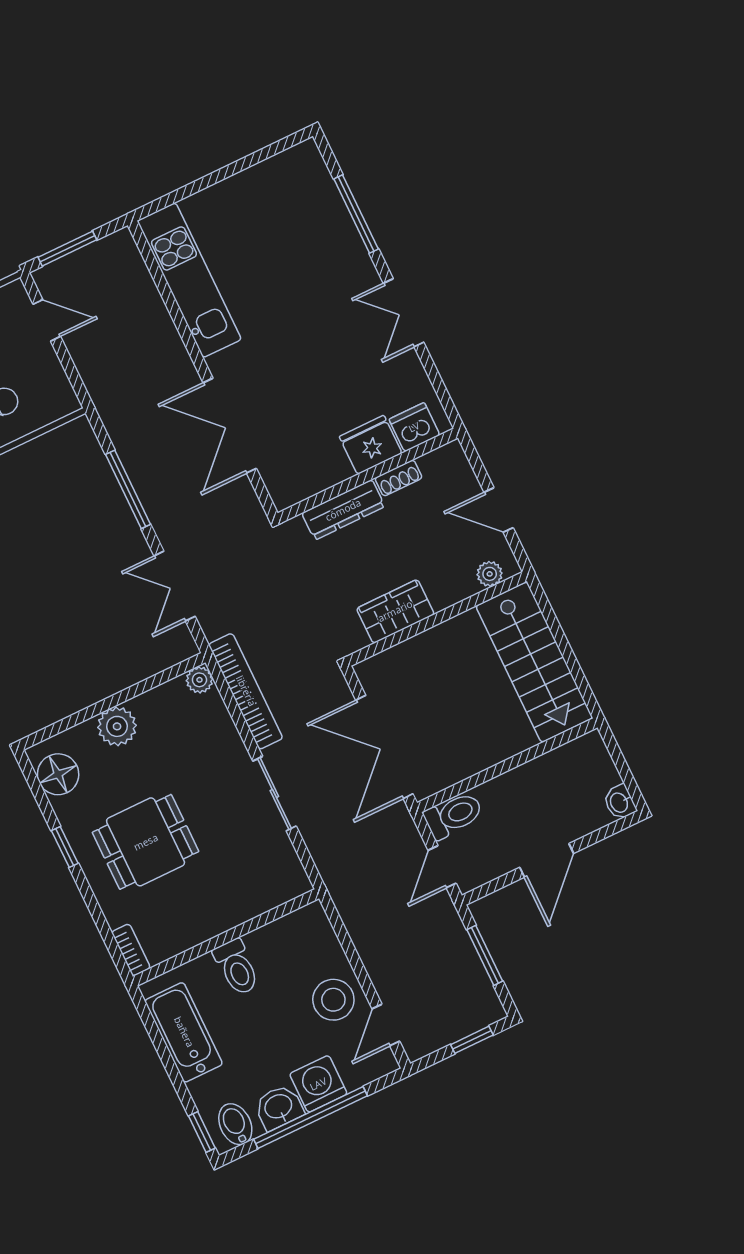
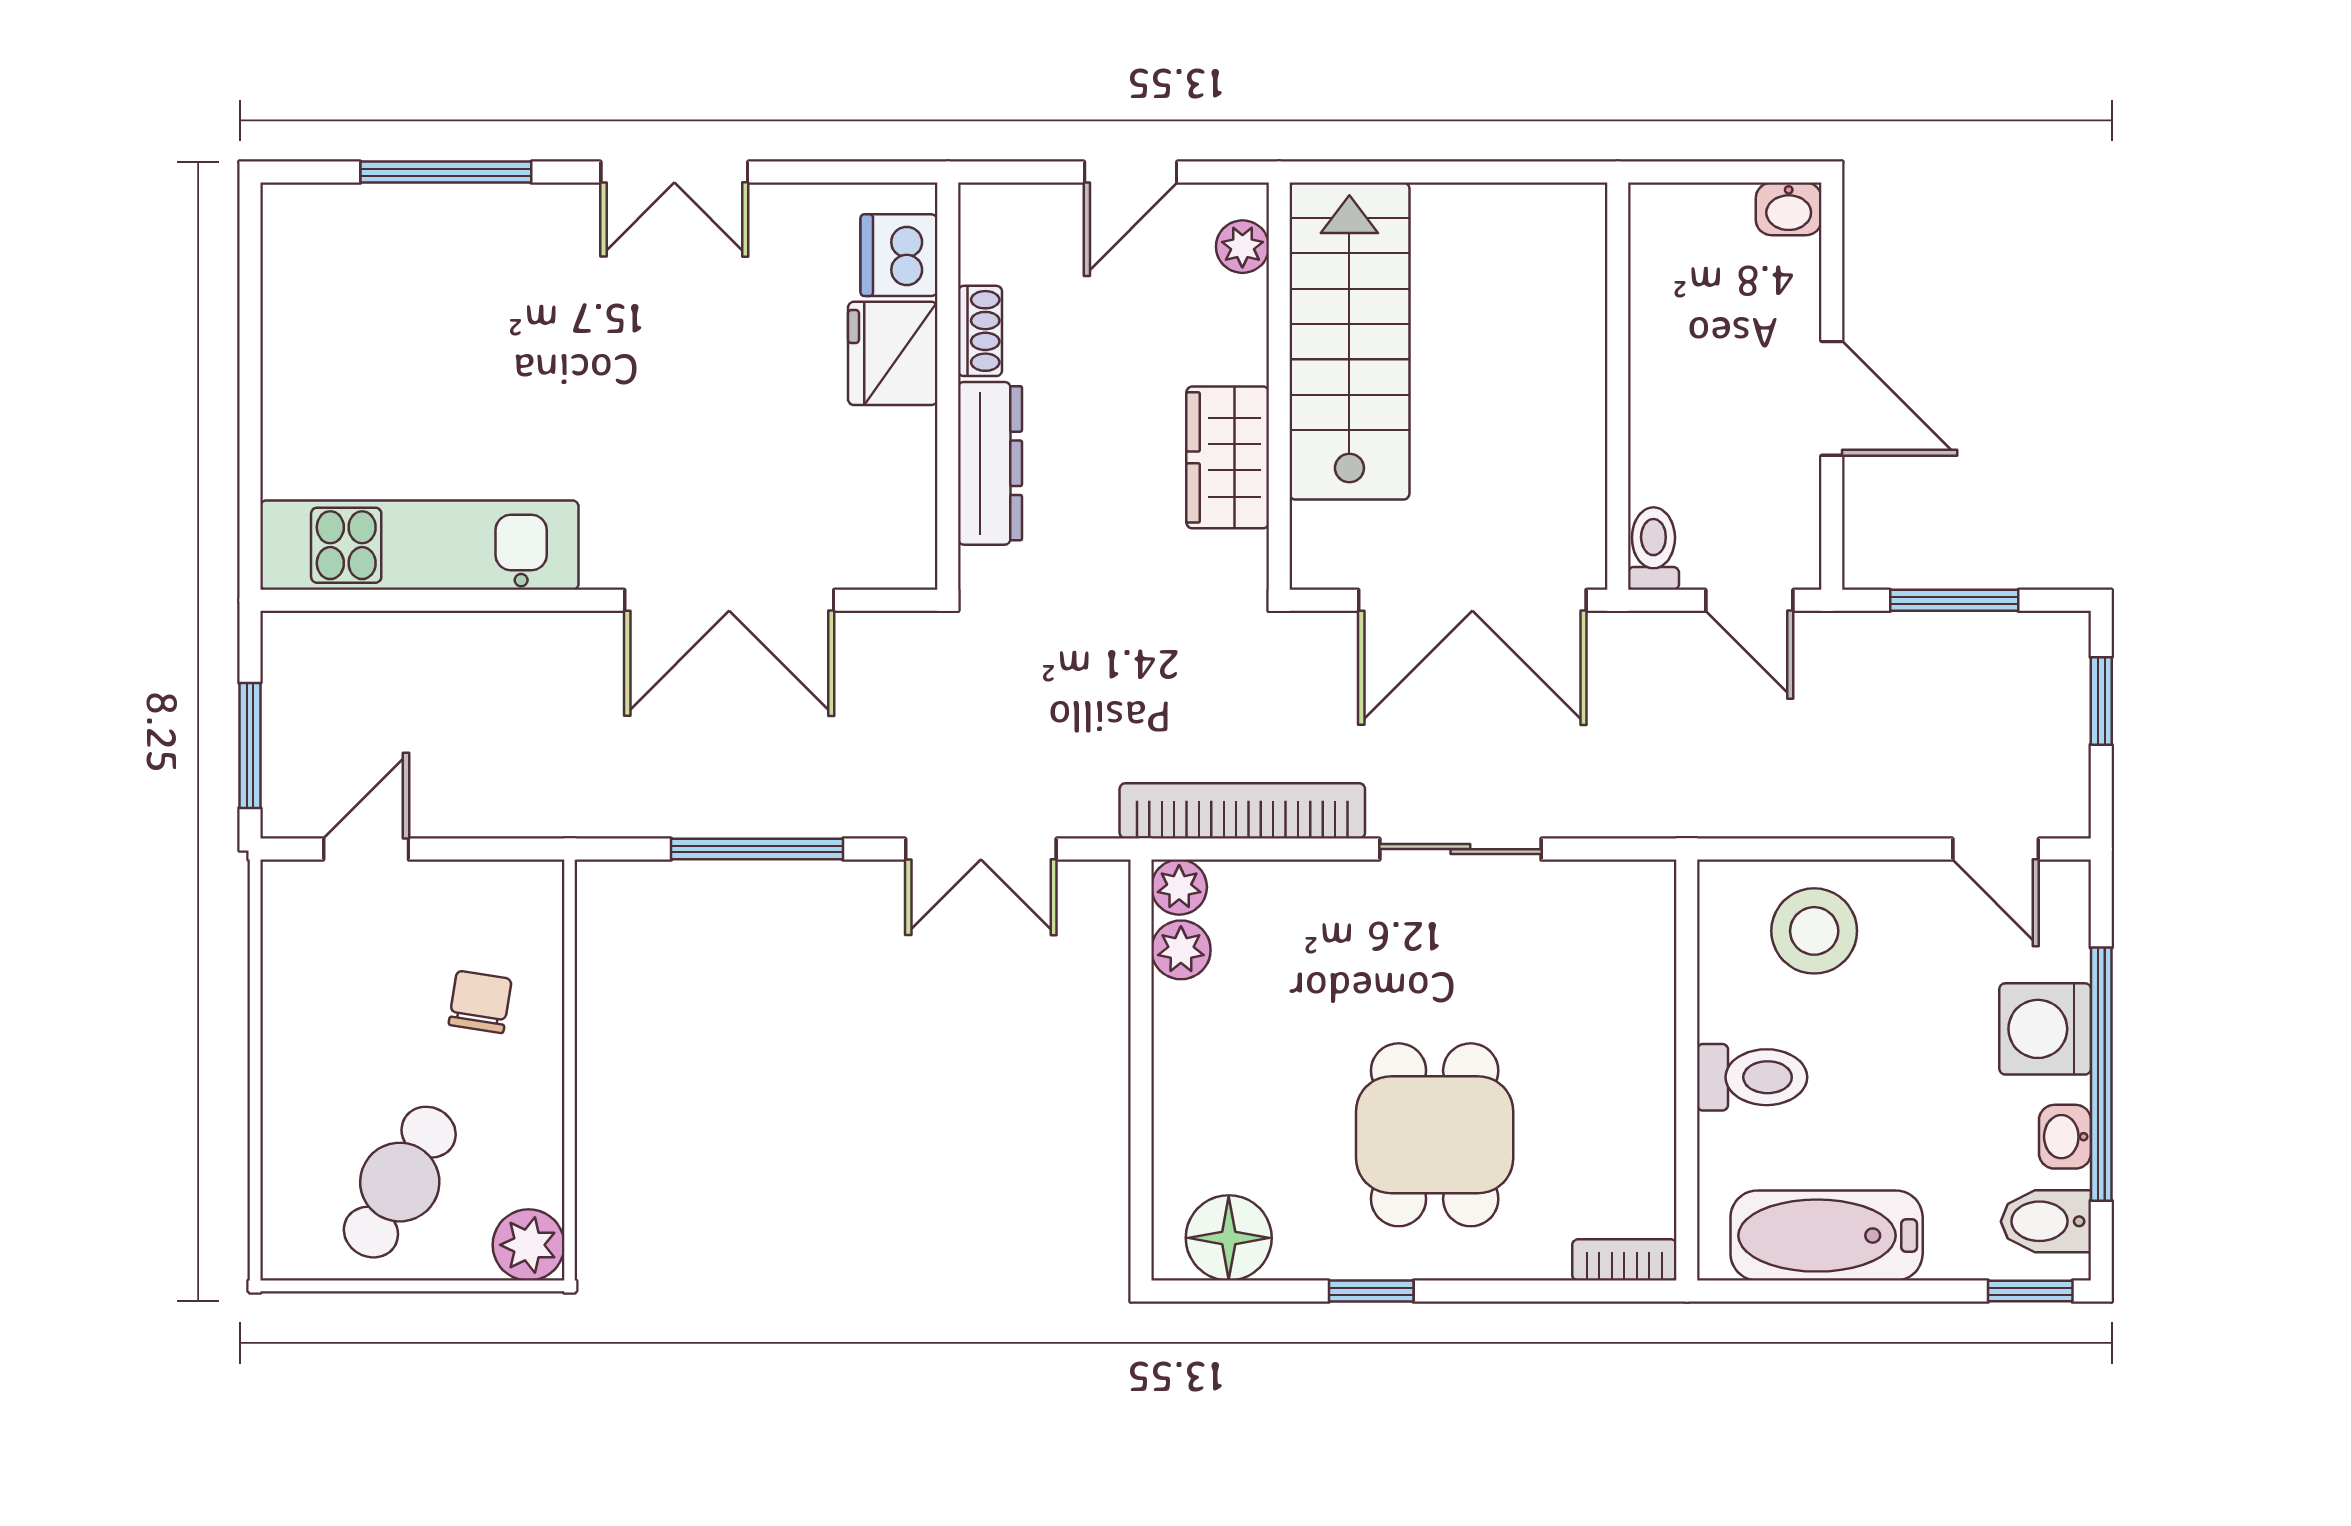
stairs: (534, 662) -> (1349, 341), moved, turned -90
plant: (117, 726) -> (1181, 950), moved, width x0.73, depth x0.73
toilet: (453, 815) -> (1653, 549), width x0.73, depth x0.72
stool: (333, 1000) -> (1814, 931), moved
washbasin: (279, 1107) -> (2065, 1137), width x0.72, depth x0.69

